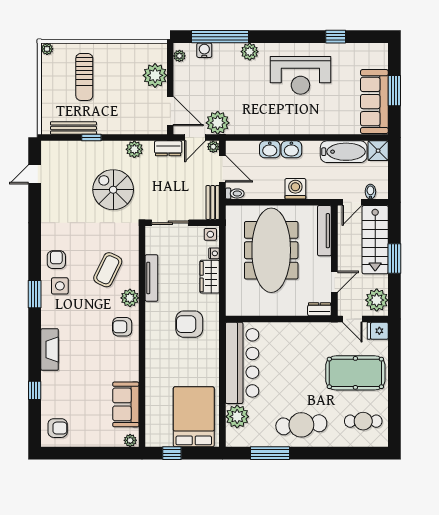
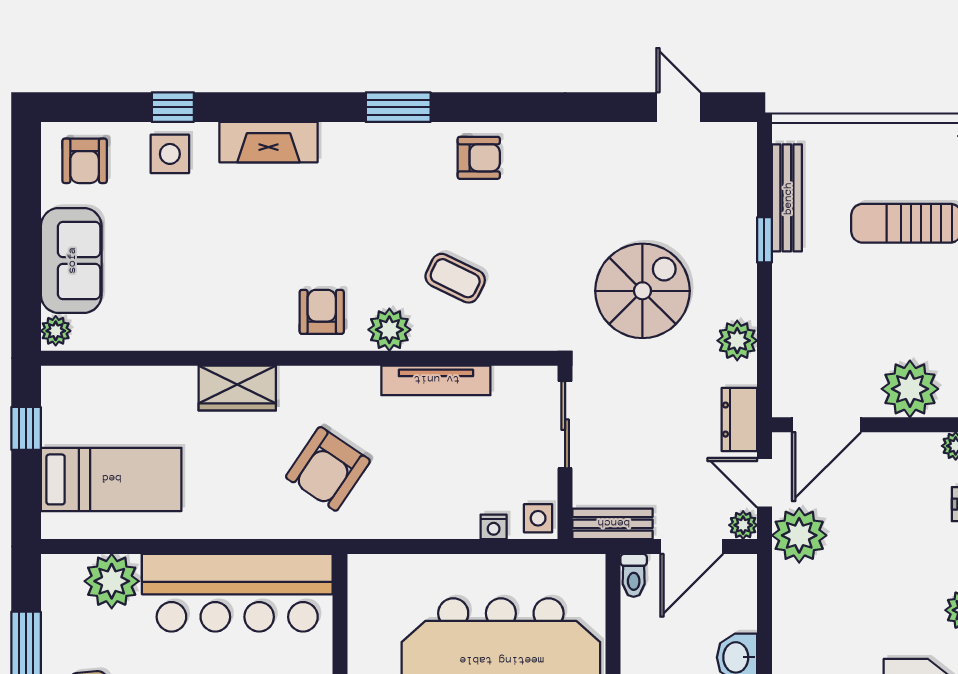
coffee table: (108, 270) -> (455, 278), width x0.73, depth x0.77
wardrobe: (210, 277) -> (237, 388), moved, turned 180
side table: (60, 286) -> (170, 154), moved
armchair: (189, 324) -> (328, 469), turned -146
sofa: (126, 404) -> (71, 260), moved, turned 90
bed: (194, 417) -> (111, 479), width x0.67

